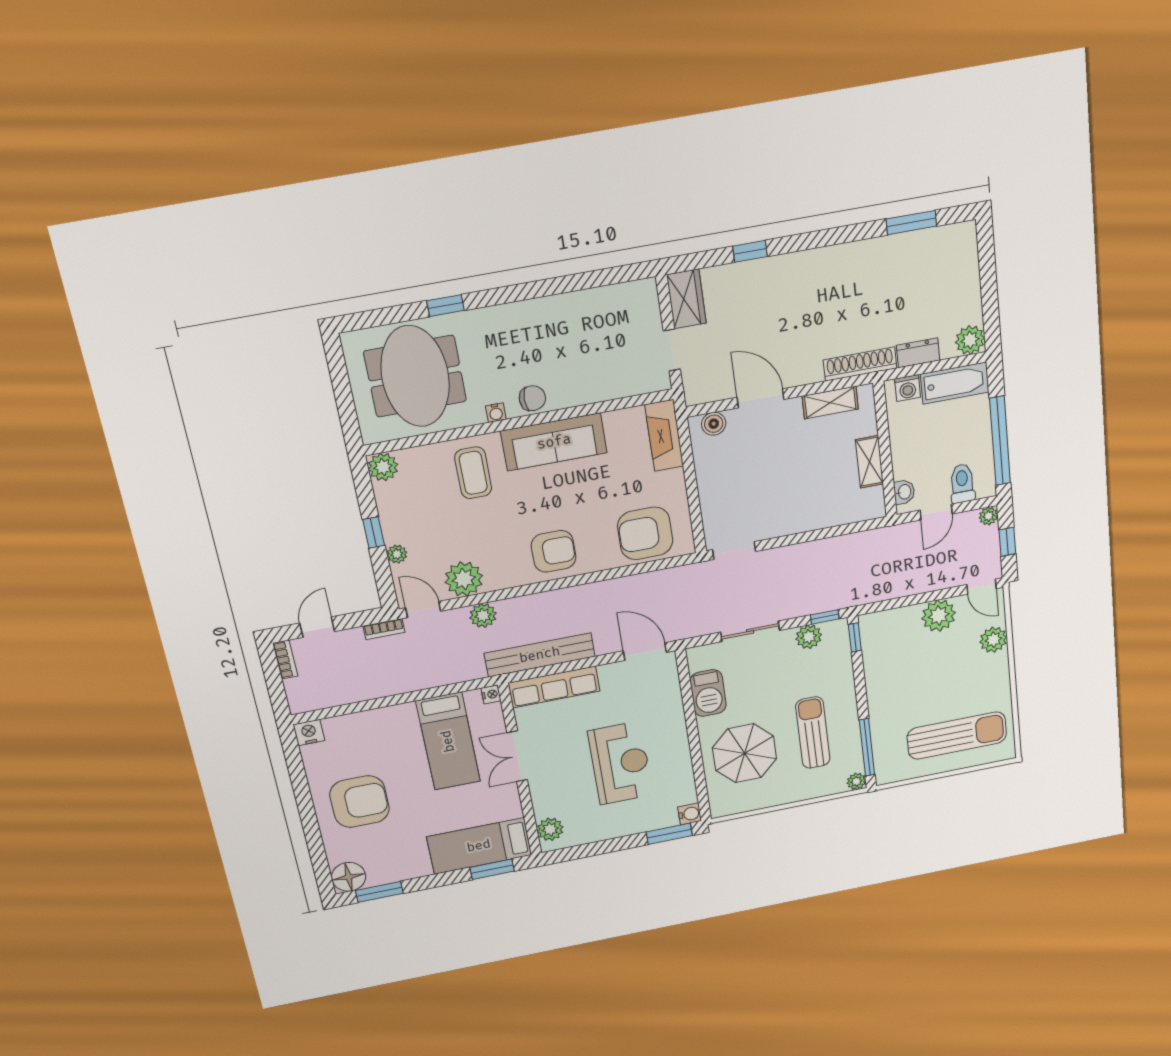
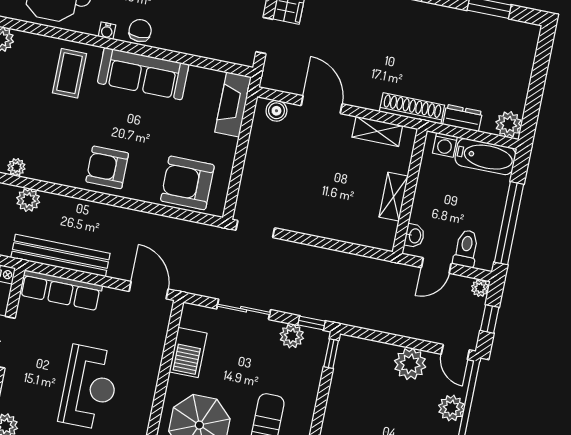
chair: (532, 398) -> (140, 31), turned -90
armchair: (554, 551) -> (107, 167), turned 180
plant: (464, 579) -> (16, 167), width x0.53, depth x0.53

